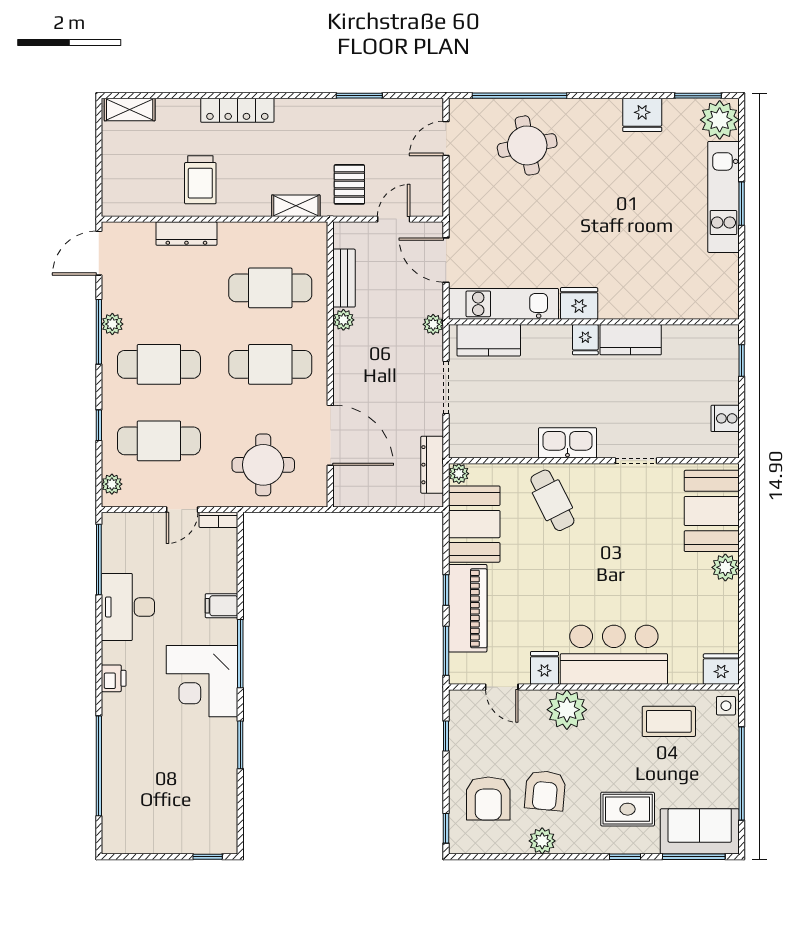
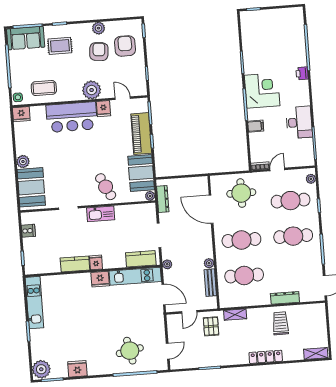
kitchen unit: (723, 197) -> (34, 303), moved
plant: (112, 324) -> (316, 253), removed
printer: (114, 678) -> (302, 73), moved

